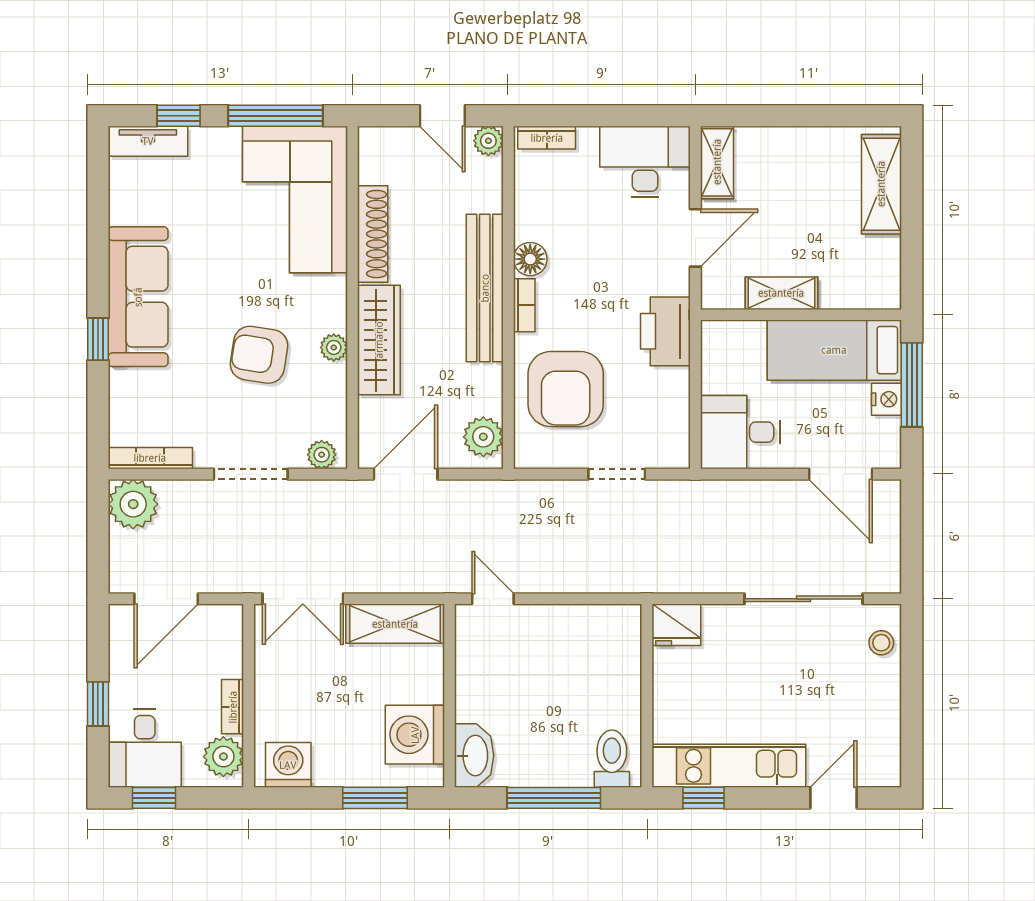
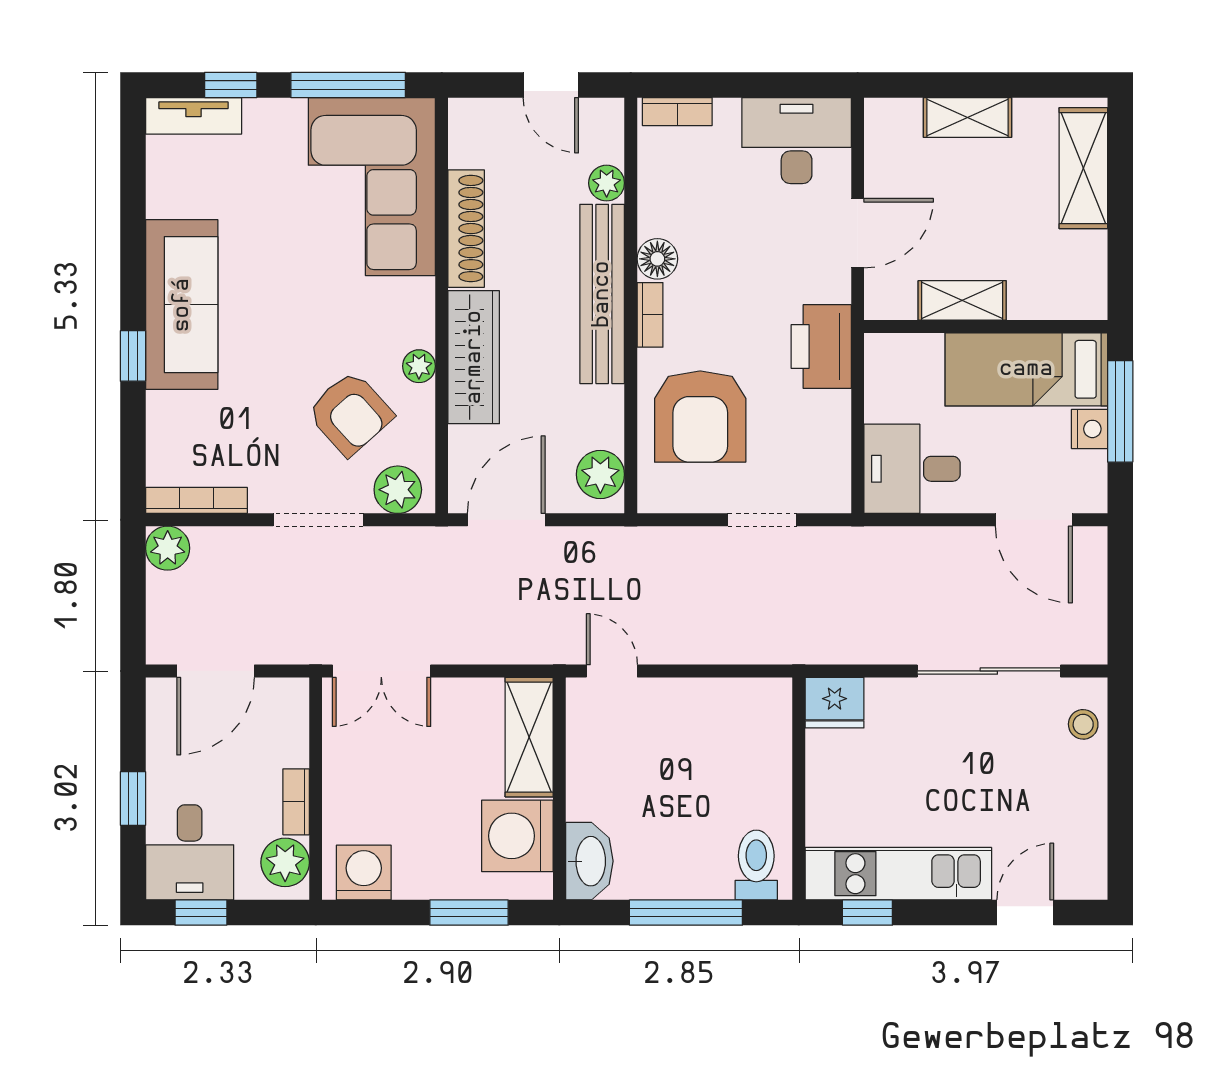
plant: (488, 141) -> (607, 183), moved
shelving: (717, 162) -> (967, 117), moved, turned 90
armchair: (259, 355) -> (350, 413), moved, turned -141
plant: (322, 455) -> (398, 490), width x1.38, depth x1.38
plant: (133, 504) -> (168, 548), width x0.73, depth x0.73
shelving: (395, 624) -> (529, 737), moved, turned 90

